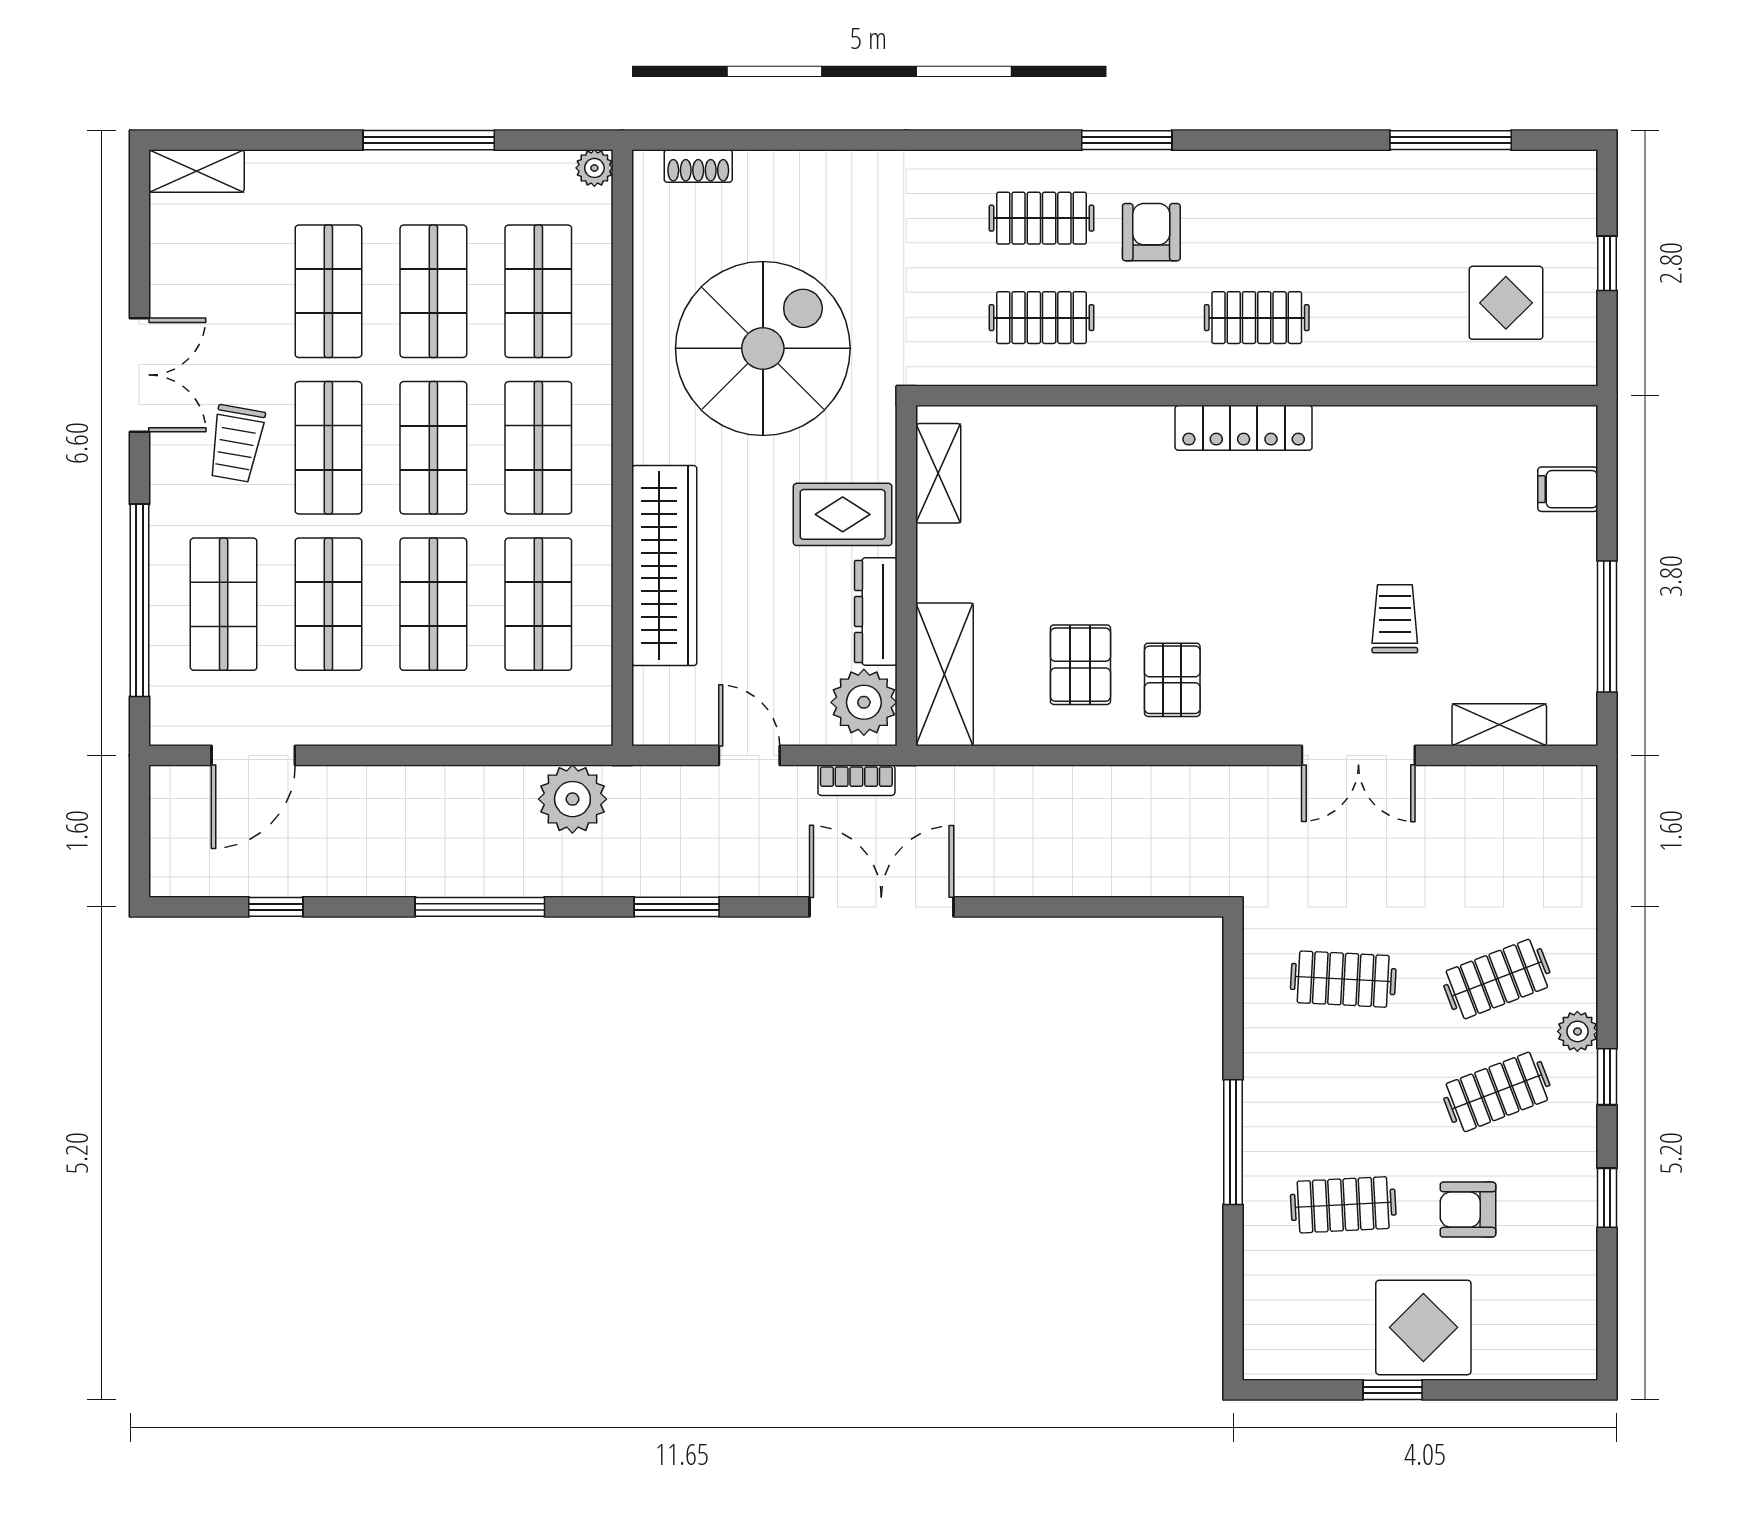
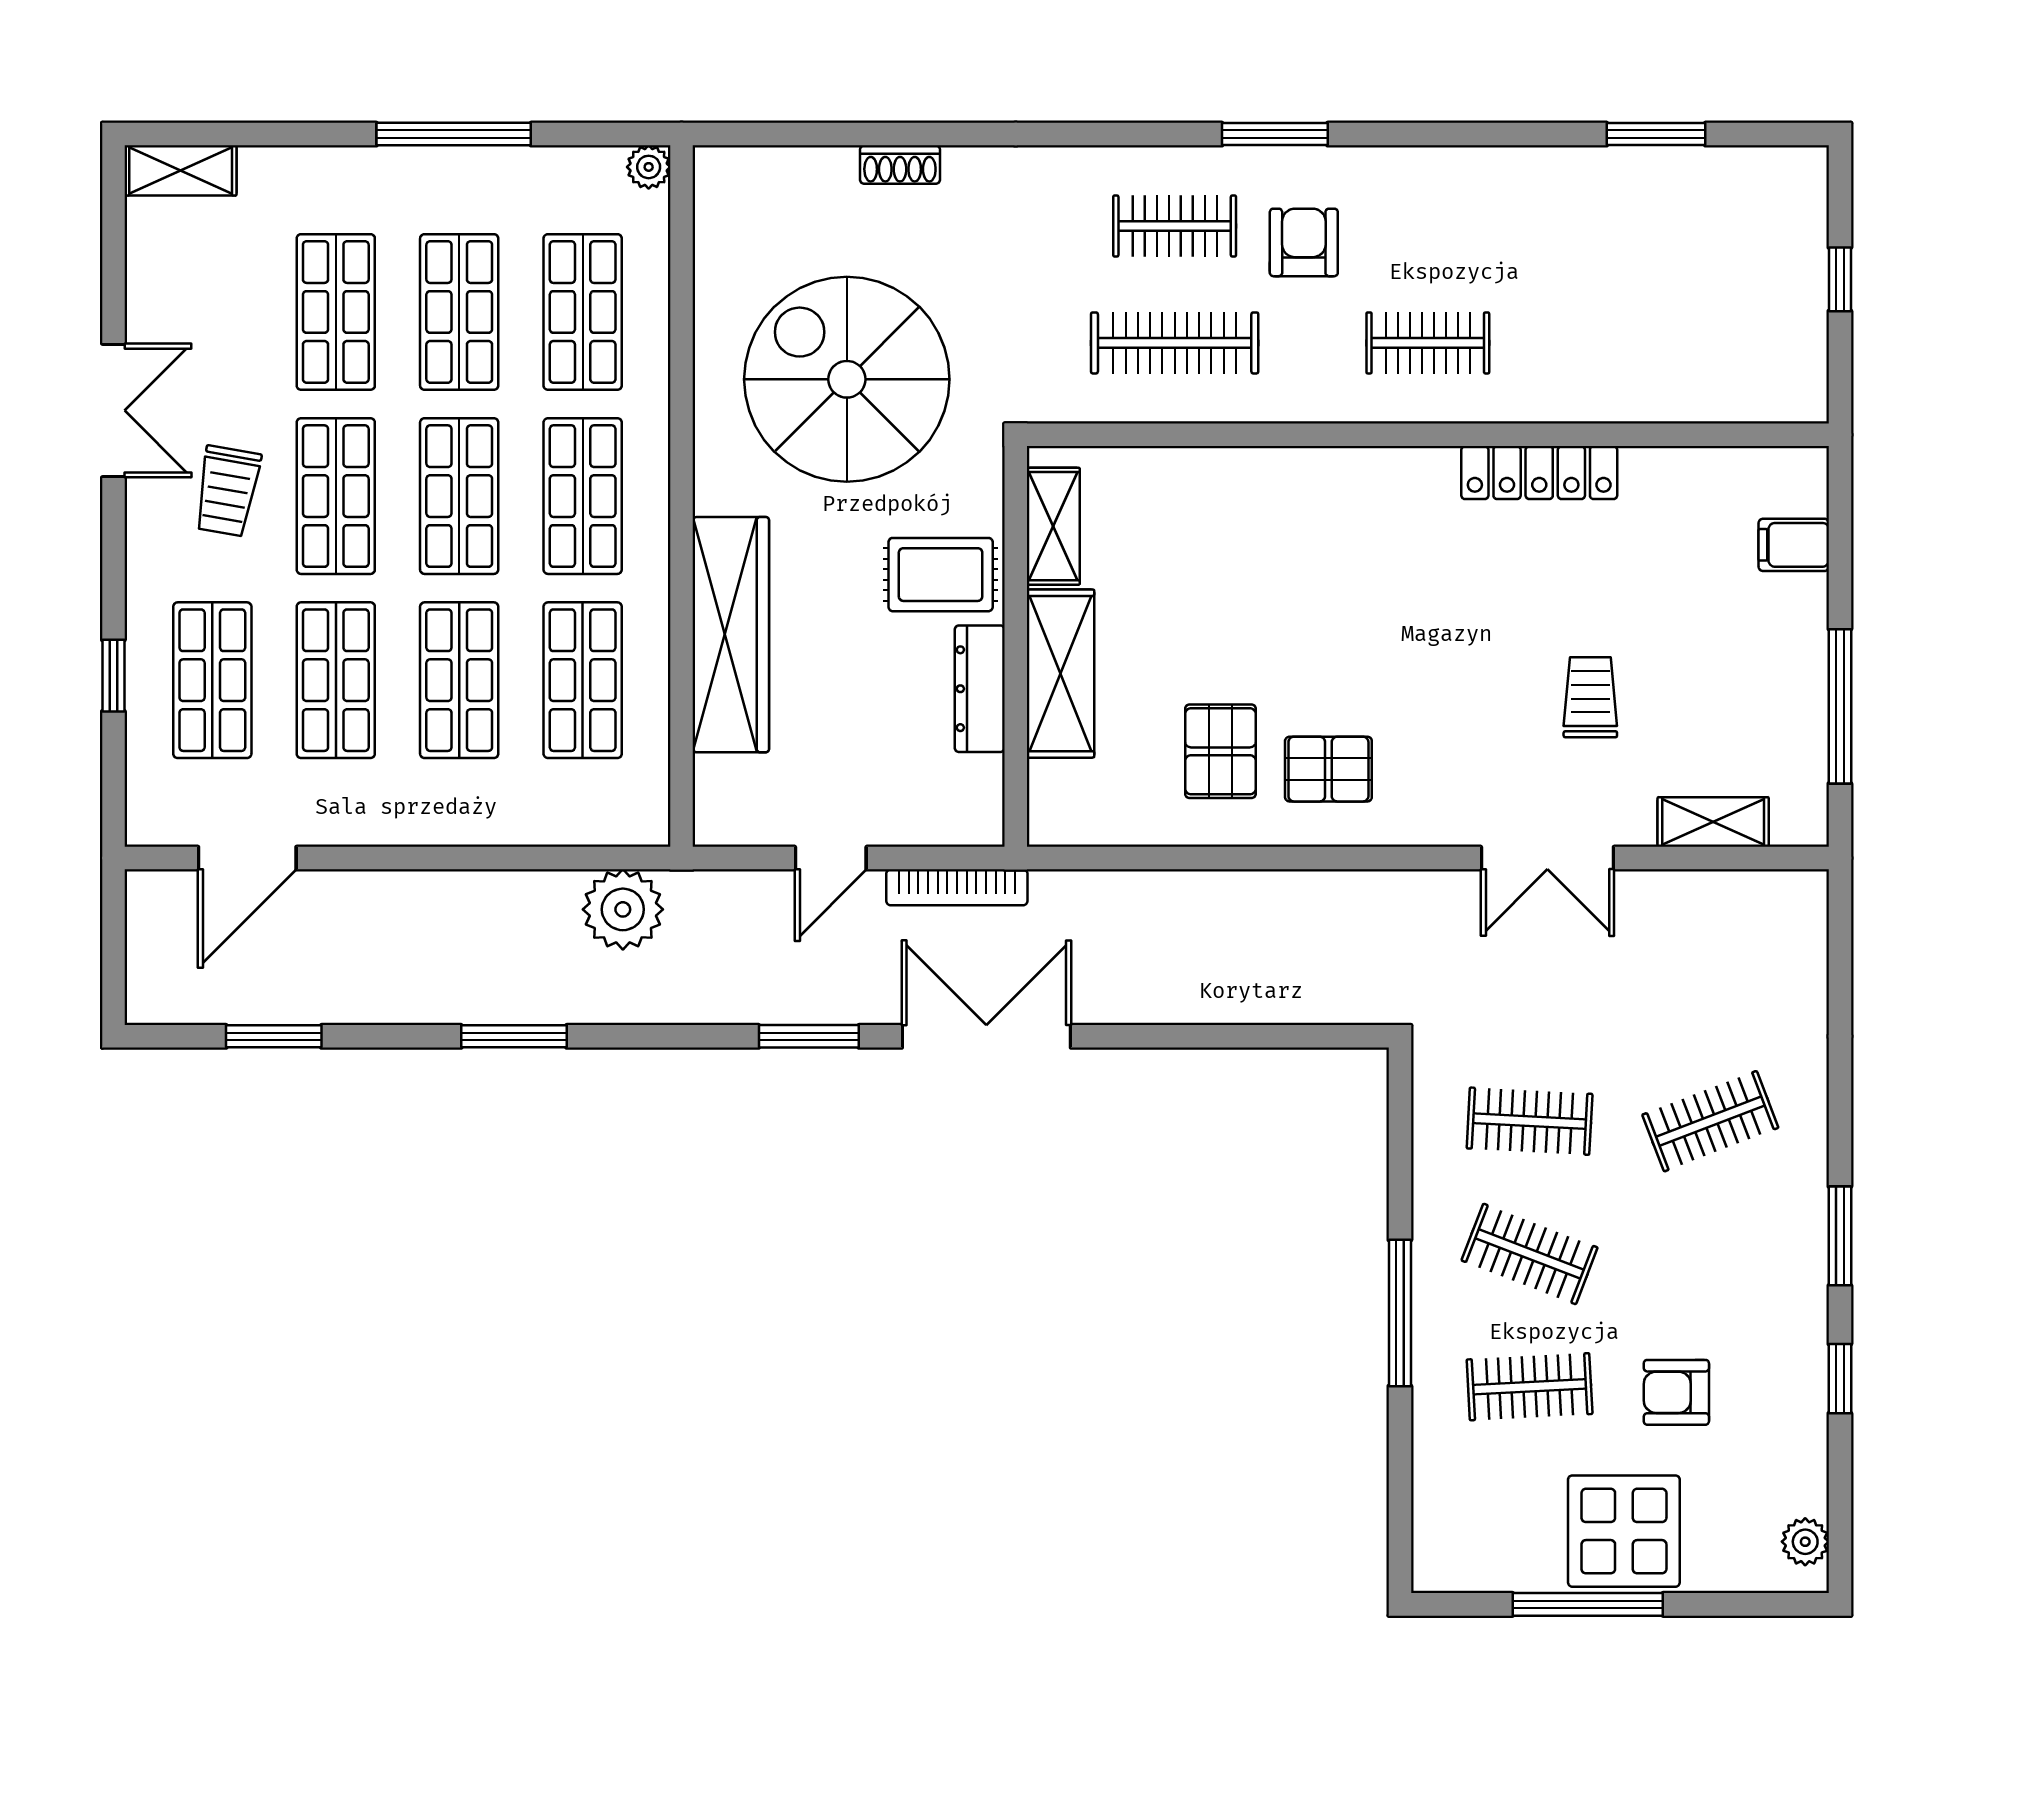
window: (1451, 140) -> (1656, 134), width x0.69
shoe rack: (698, 166) -> (900, 165), moved
display table: (1506, 303) -> (1721, 326), removed
clothes rail: (1041, 318) -> (1175, 343), width x1.36
spiral stairs: (763, 348) -> (847, 379), turned -90
locker: (1244, 428) -> (1539, 473), moved
window: (139, 600) -> (113, 676), width x0.32
shelving: (944, 674) -> (1060, 674), moved
pallet: (1172, 680) -> (1328, 769), turned 90
plant: (864, 702) -> (966, 796), removed
door: (749, 755) -> (831, 858), swing flipped
bookcase: (856, 780) -> (957, 887), width x1.56
window: (276, 907) -> (274, 1036), width x1.50
window: (480, 907) -> (514, 1036), width x0.69
window: (677, 907) -> (809, 1036), moved
plant: (1577, 1031) -> (1805, 1542), moved
window: (1607, 1077) -> (1840, 1236), width x1.50
clothes rail: (1497, 1092) -> (1530, 1254), moved, turned 42
window: (1393, 1390) -> (1588, 1604), width x2.17

